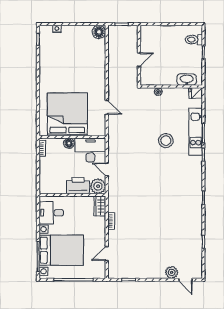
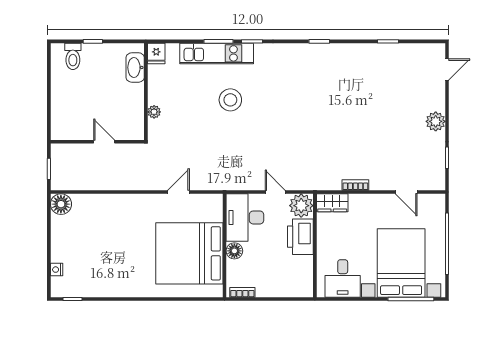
door: (107, 169) -> (275, 192), swing flipped
plant: (172, 272) -> (436, 121), moved

